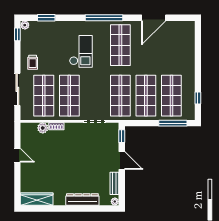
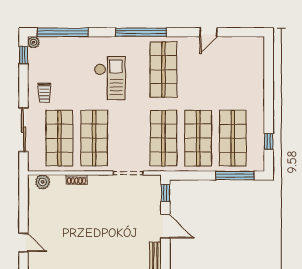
window: (46, 18) -> (63, 32), width x2.11
door: (154, 18) -> (209, 32), width x0.53
plant: (43, 128) -> (43, 182), moved
door: (17, 155) -> (24, 243), moved

